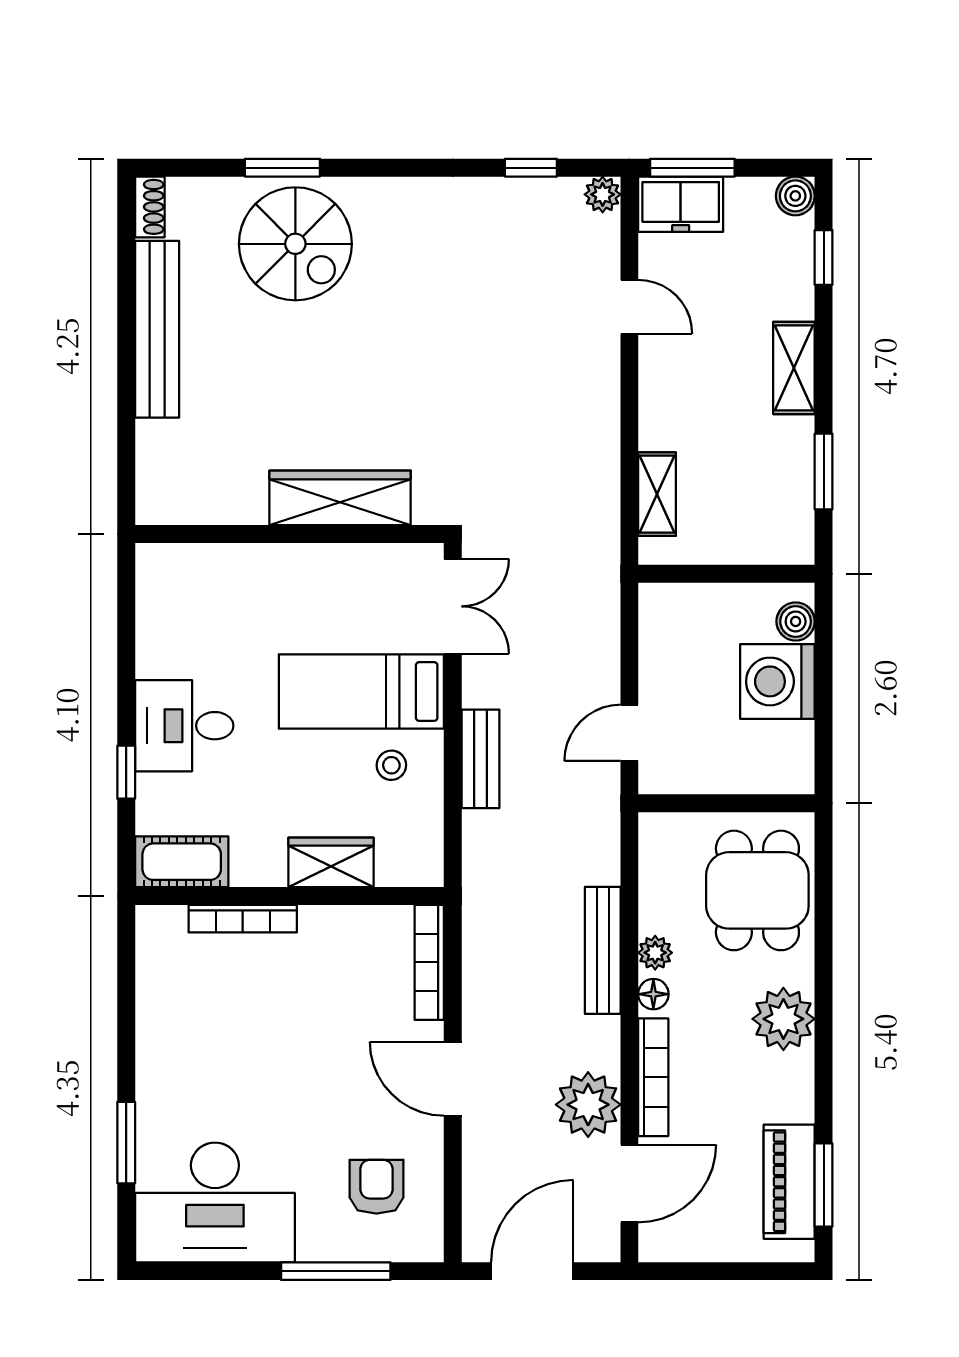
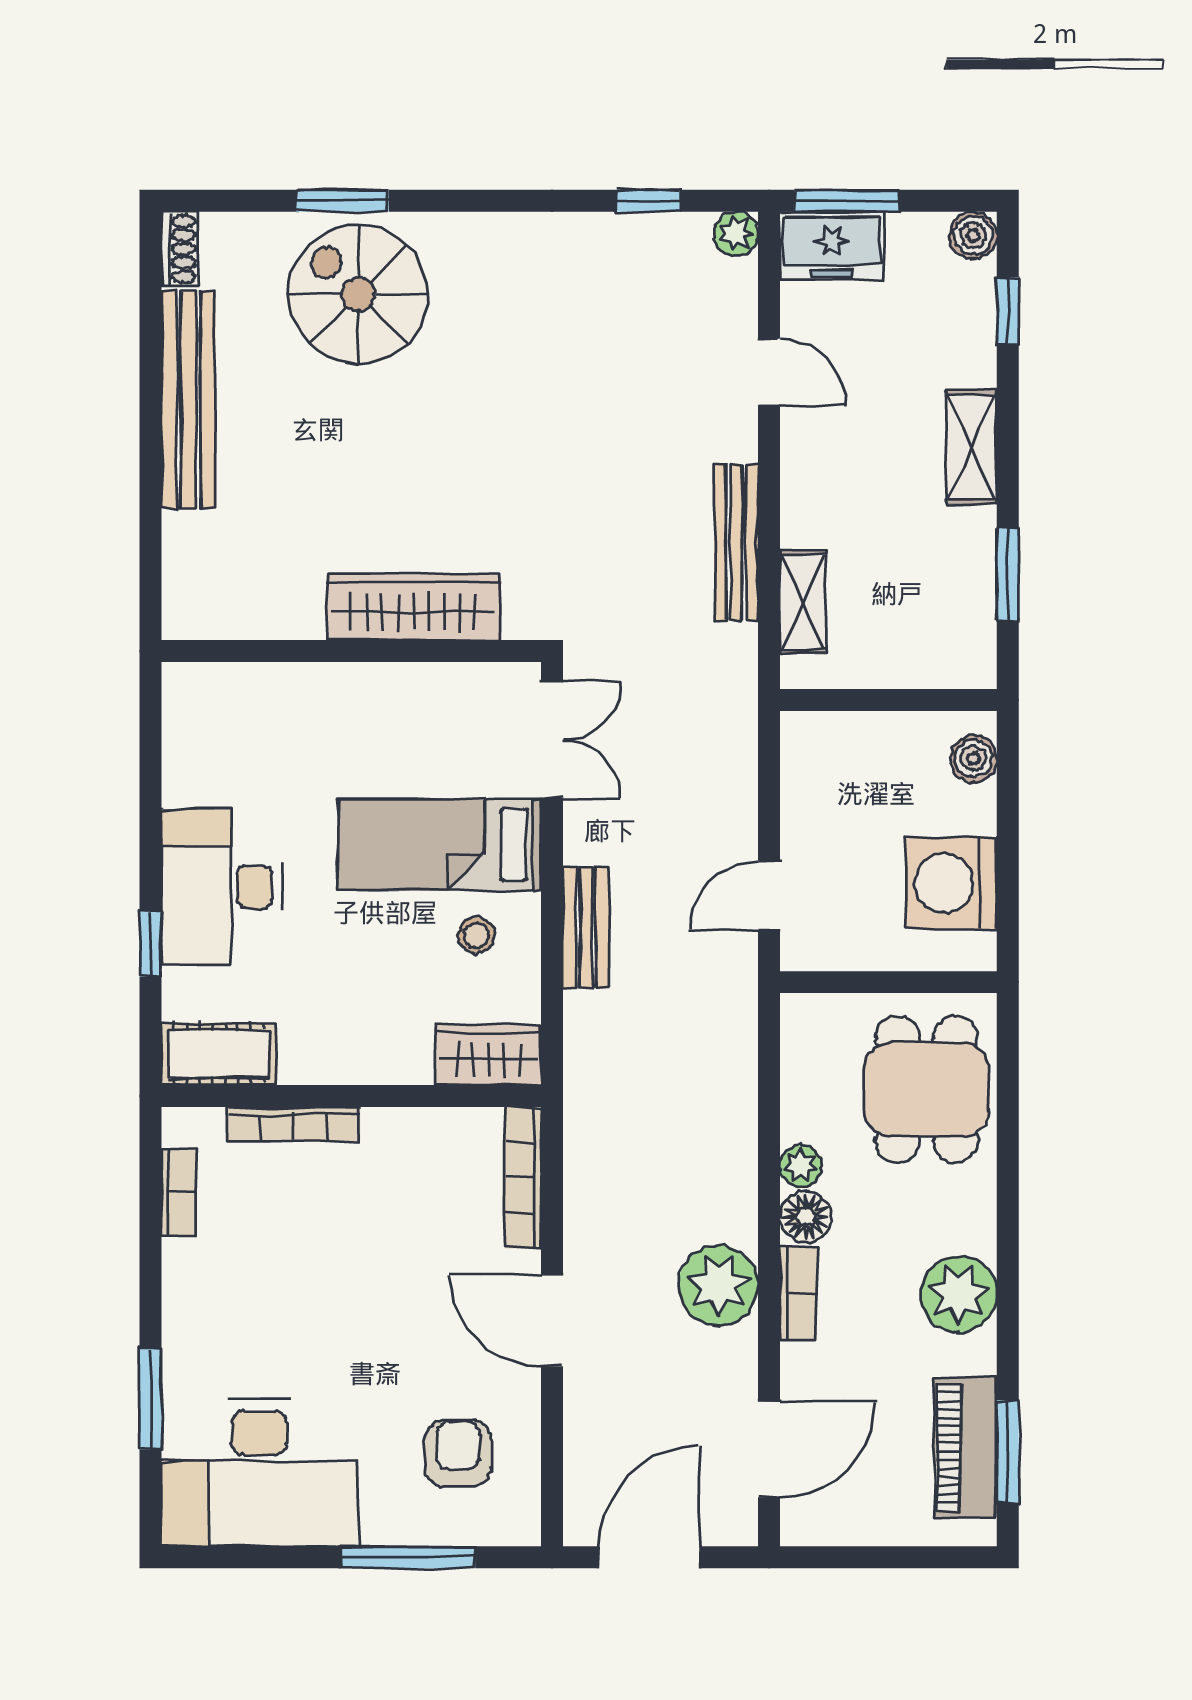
spiral stairs: (295, 244) -> (358, 294), turned 180
washing machine: (777, 681) -> (951, 883), moved
desk: (184, 726) -> (222, 887), width x1.37
wardrobe: (331, 862) -> (489, 1055), moved
bench: (603, 950) -> (736, 543), moved
bookcase: (149, 974) -> (179, 1192), added
floor lamp: (653, 994) -> (806, 1217), width x1.37, depth x1.37
plant: (783, 1019) -> (959, 1294), moved
bookcase: (653, 1077) -> (798, 1293), width x0.64
plant: (588, 1105) -> (718, 1285), moved

